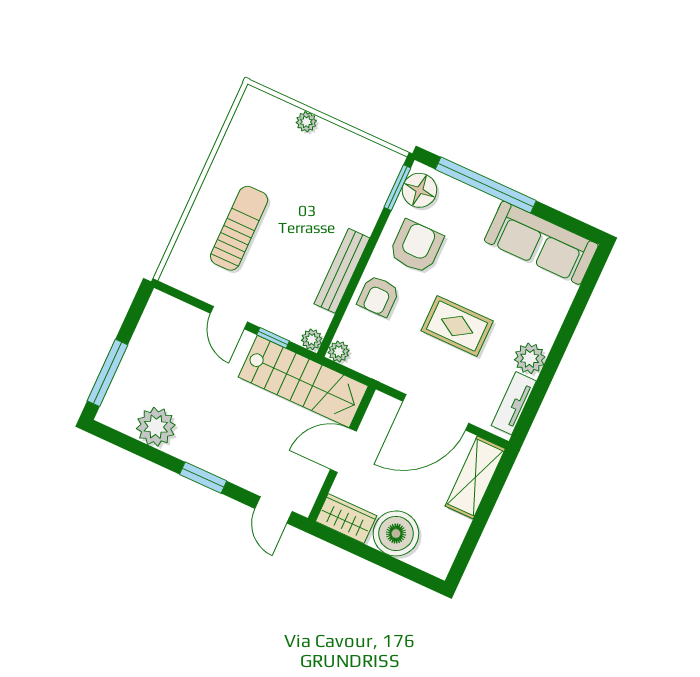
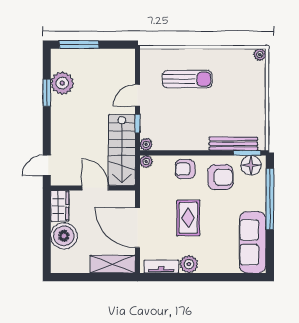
plant: (306, 122) -> (260, 55), moved
bench: (342, 271) -> (233, 144), moved
window: (203, 478) -> (47, 93), moved

